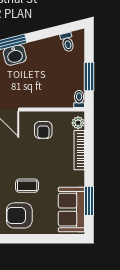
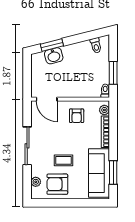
sofa: (71, 210) -> (99, 173), width x1.36

